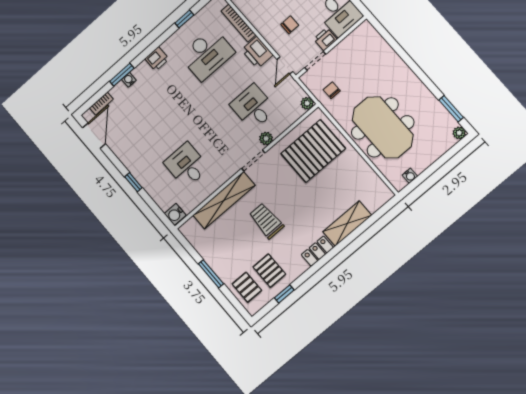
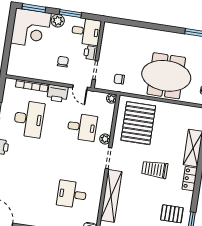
desk: (253, 107) -> (82, 127), turned 180
trolley: (266, 221) -> (155, 169), moved

